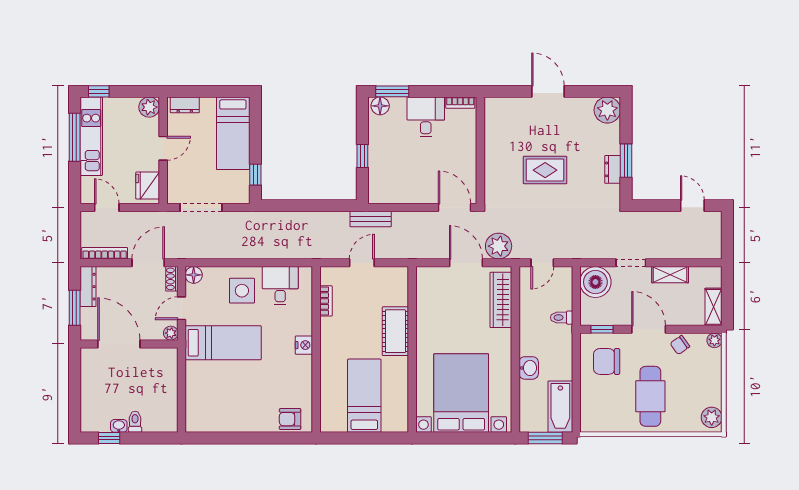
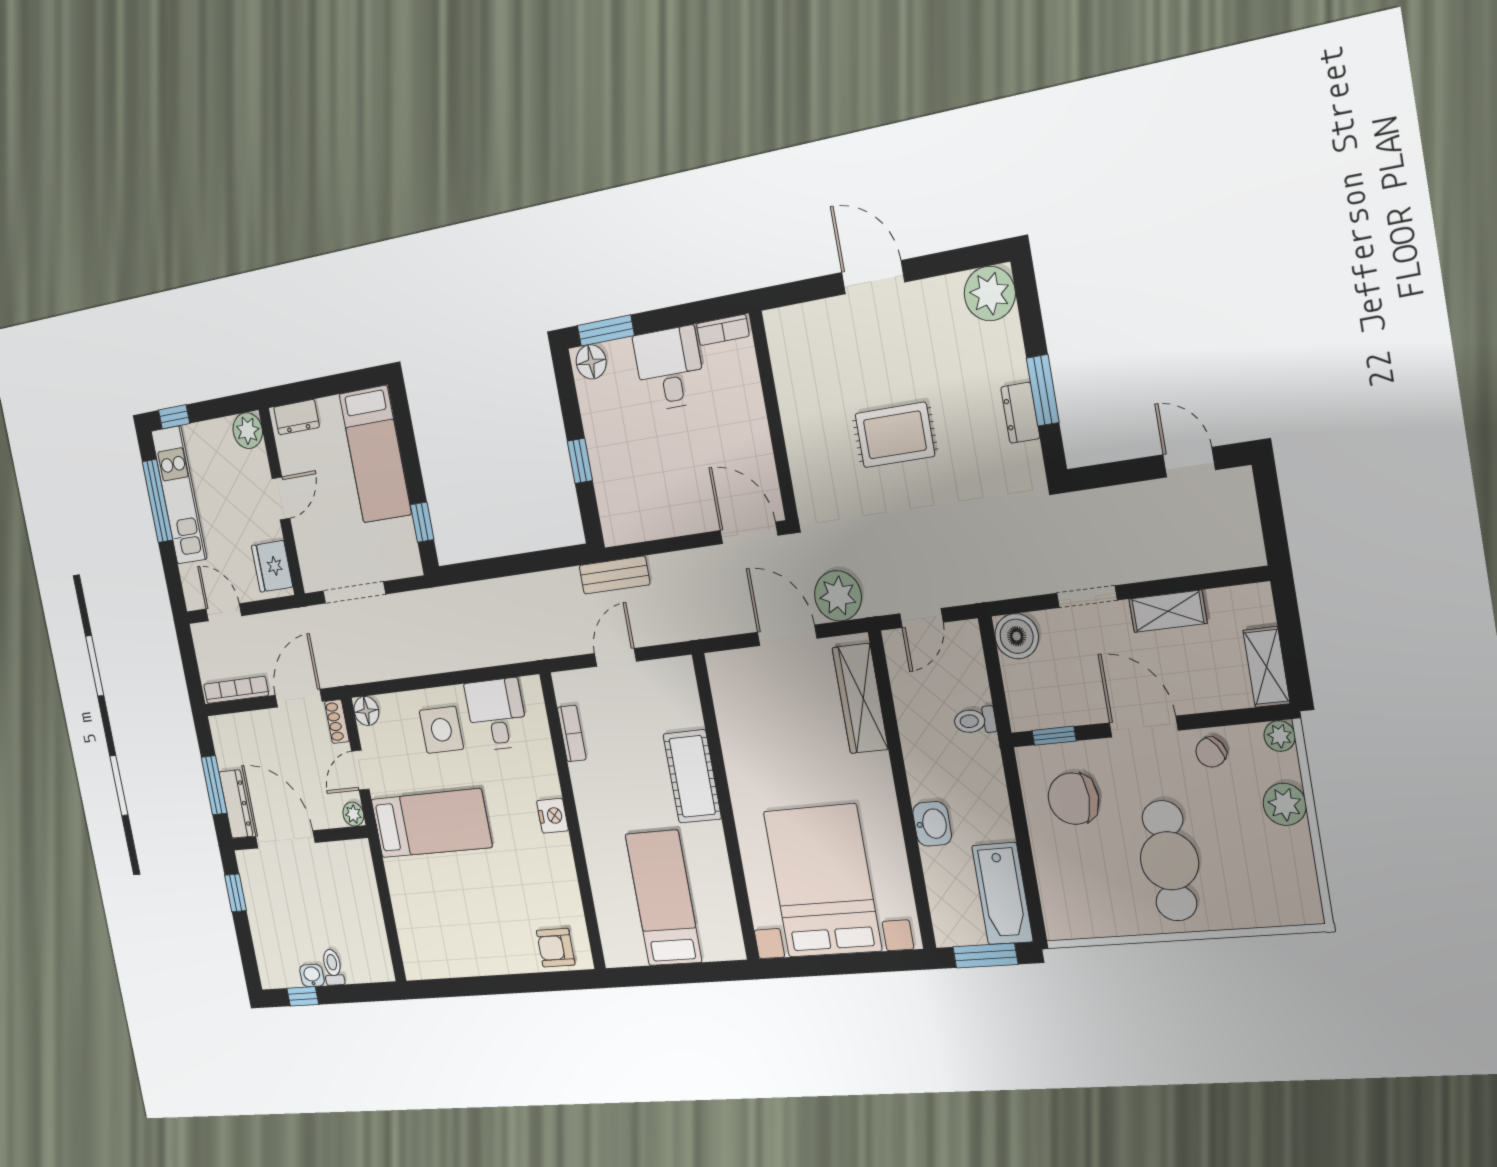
boiler: (595, 282) -> (1017, 636), width x0.73, depth x0.73
dresser: (88, 287) -> (236, 804), moved
window: (75, 373) -> (235, 893), added
plant: (712, 417) -> (1285, 804), moved

